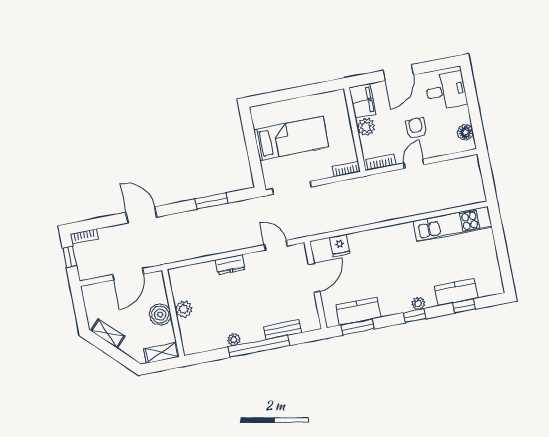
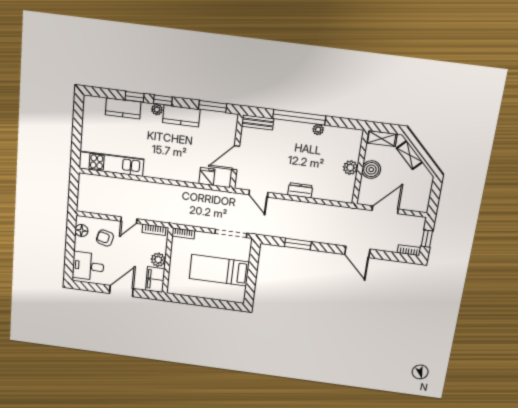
armchair: (416, 128) -> (105, 238), moved, turned 104
window: (464, 306) -> (134, 97), moved
kitchen counter: (358, 311) -> (181, 116), moved
bench: (283, 330) -> (258, 122), moved
shelving: (108, 333) -> (410, 155), moved

